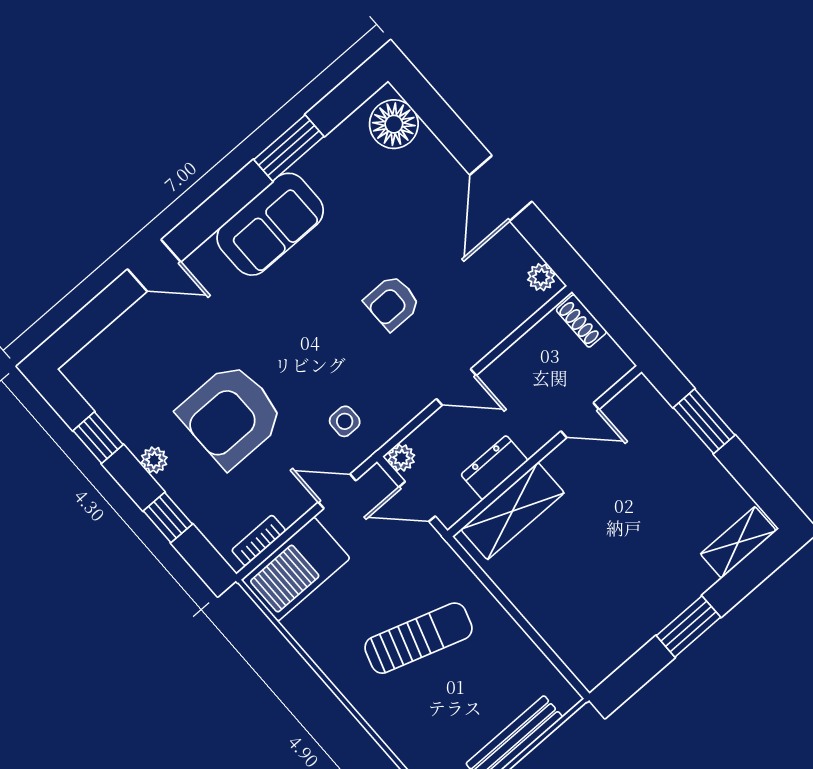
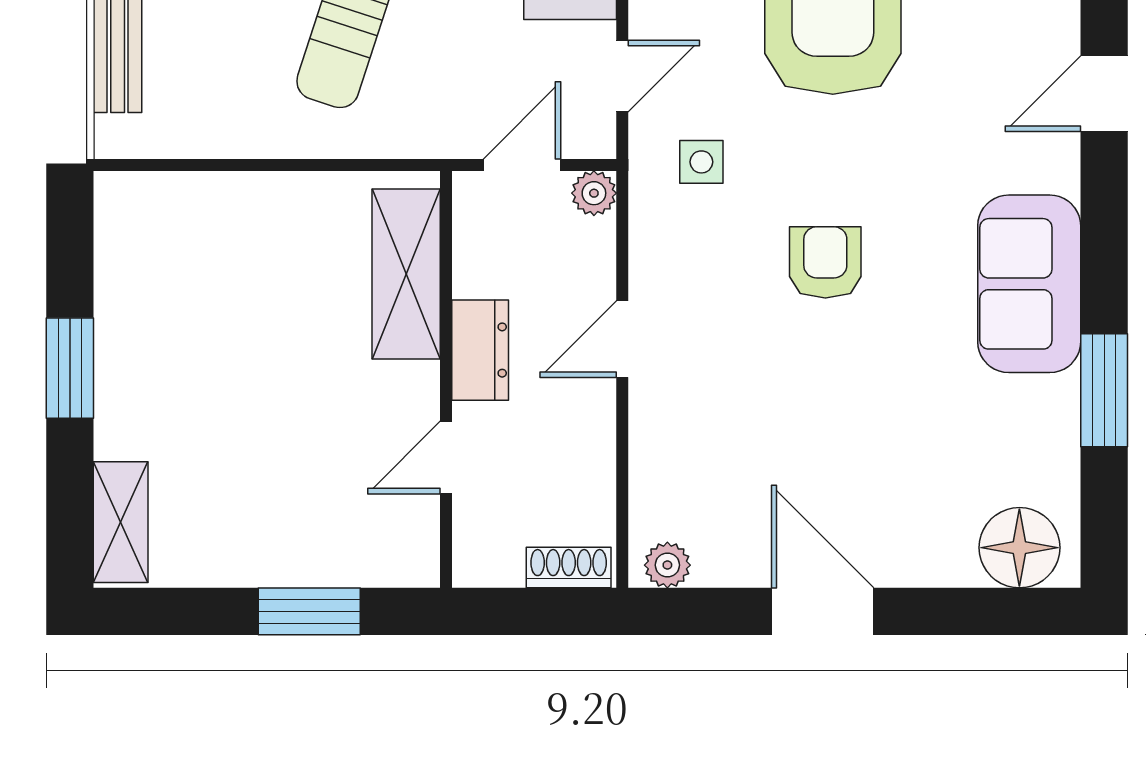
armchair: (392, 303) -> (825, 262), moved
dresser: (494, 468) -> (480, 350), moved

